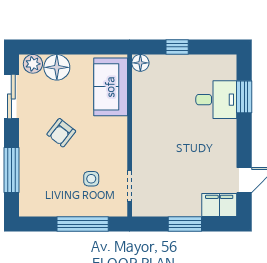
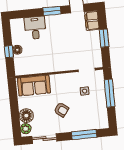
floor lamp: (140, 63) -> (17, 50), moved
window: (244, 97) -> (52, 11), moved

